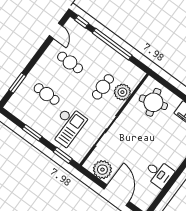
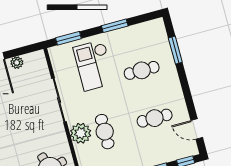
plant: (122, 92) -> (81, 133), moved
plant: (102, 170) -> (17, 63), width x0.53, depth x0.53

